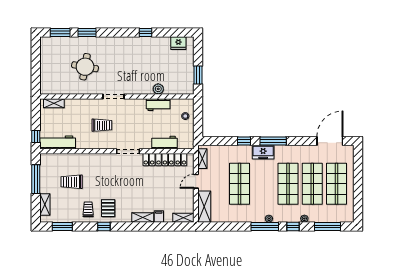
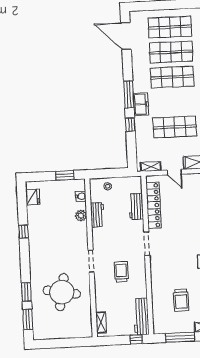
round table: (85, 67) -> (62, 292), width x1.36, depth x1.36
water cooler: (177, 90) -> (81, 196), added

